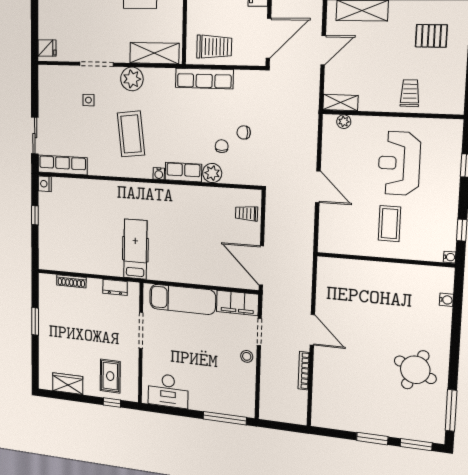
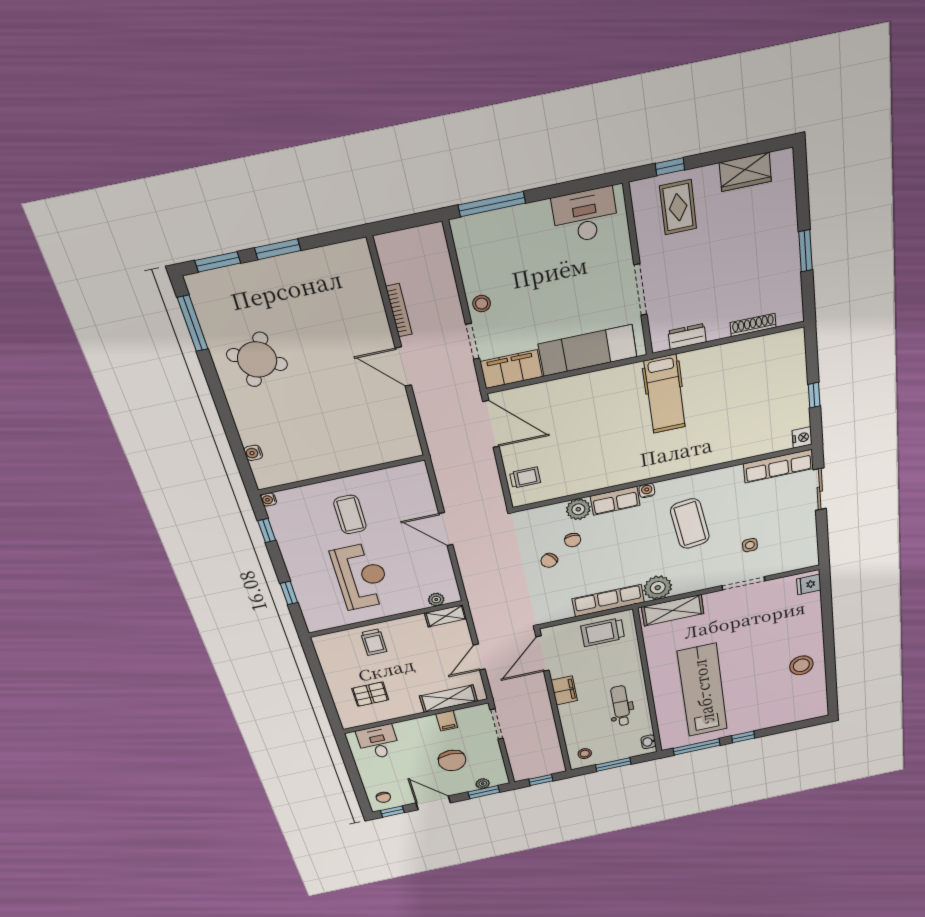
plant: (132, 79) -> (658, 588), moved
chair: (244, 132) -> (549, 560), turned 141

